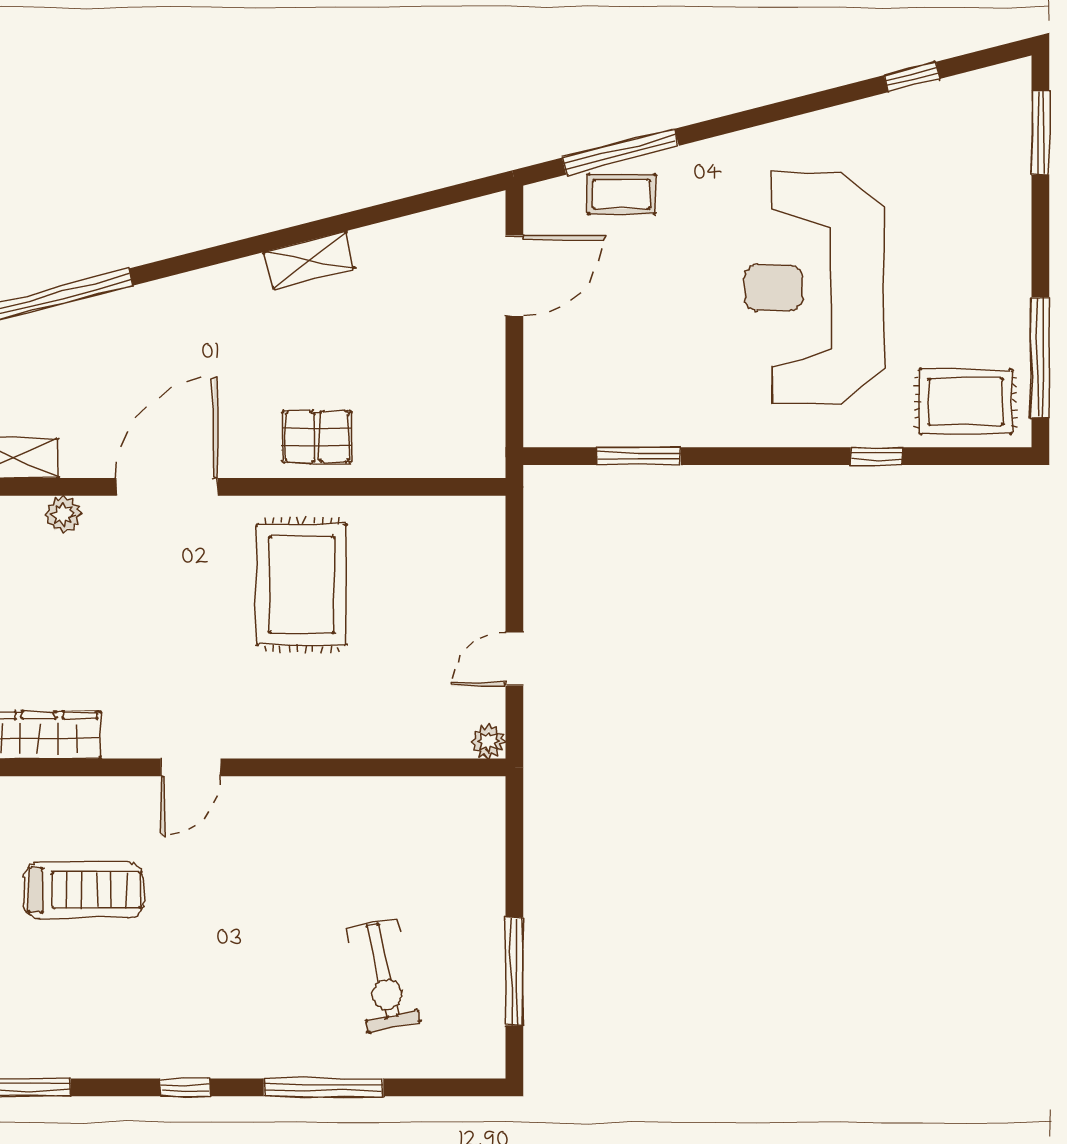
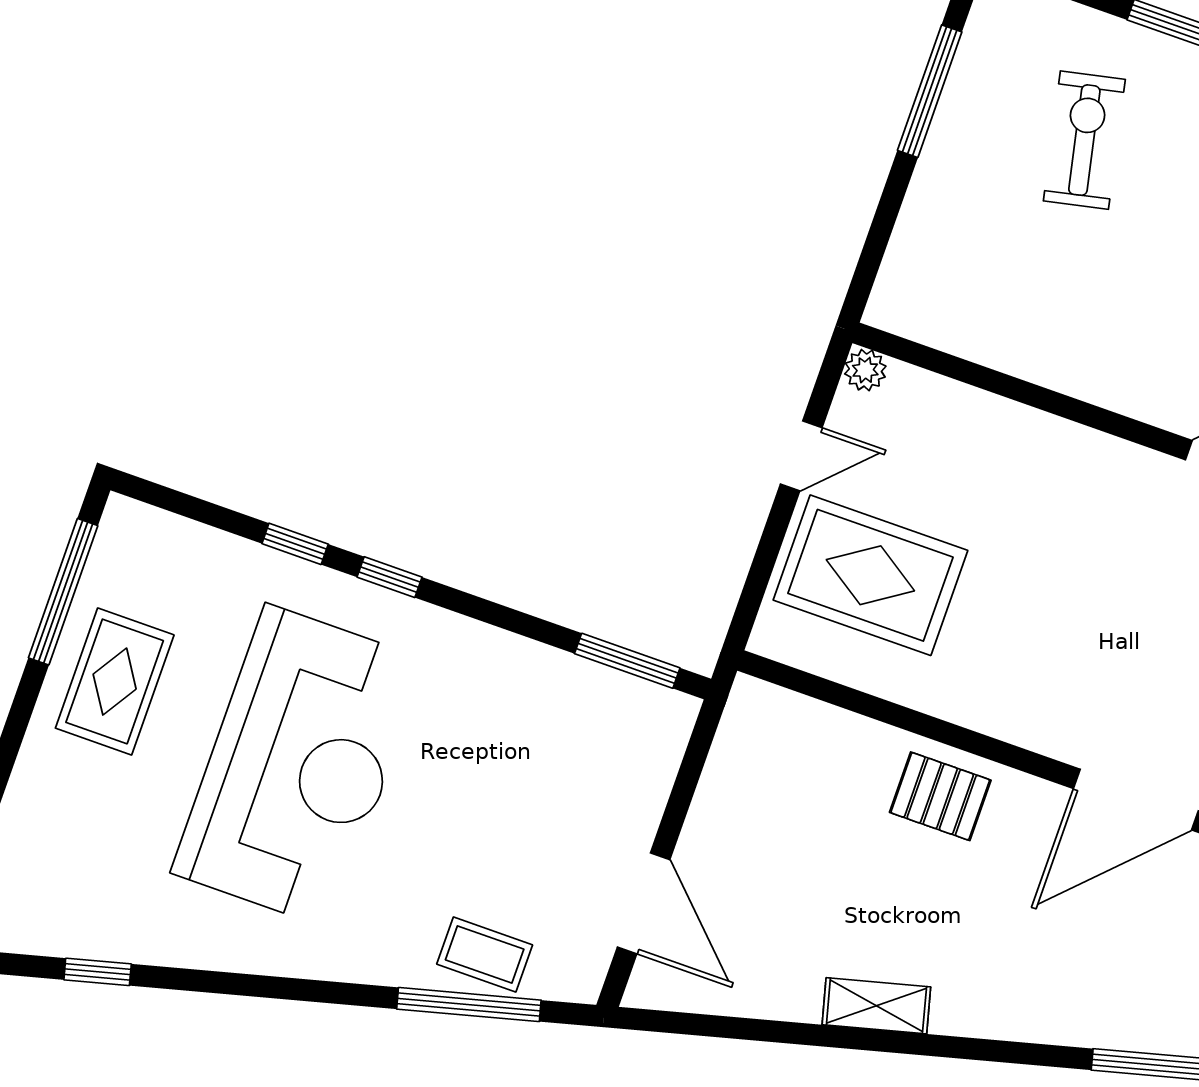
door: (514, 276) -> (644, 903), swing flipped
rug: (966, 402) -> (115, 682), moved, turned 90
window: (639, 456) -> (627, 661), moved
window: (795, 456) -> (390, 577), added
rug: (302, 585) -> (870, 575), moved, turned 90

